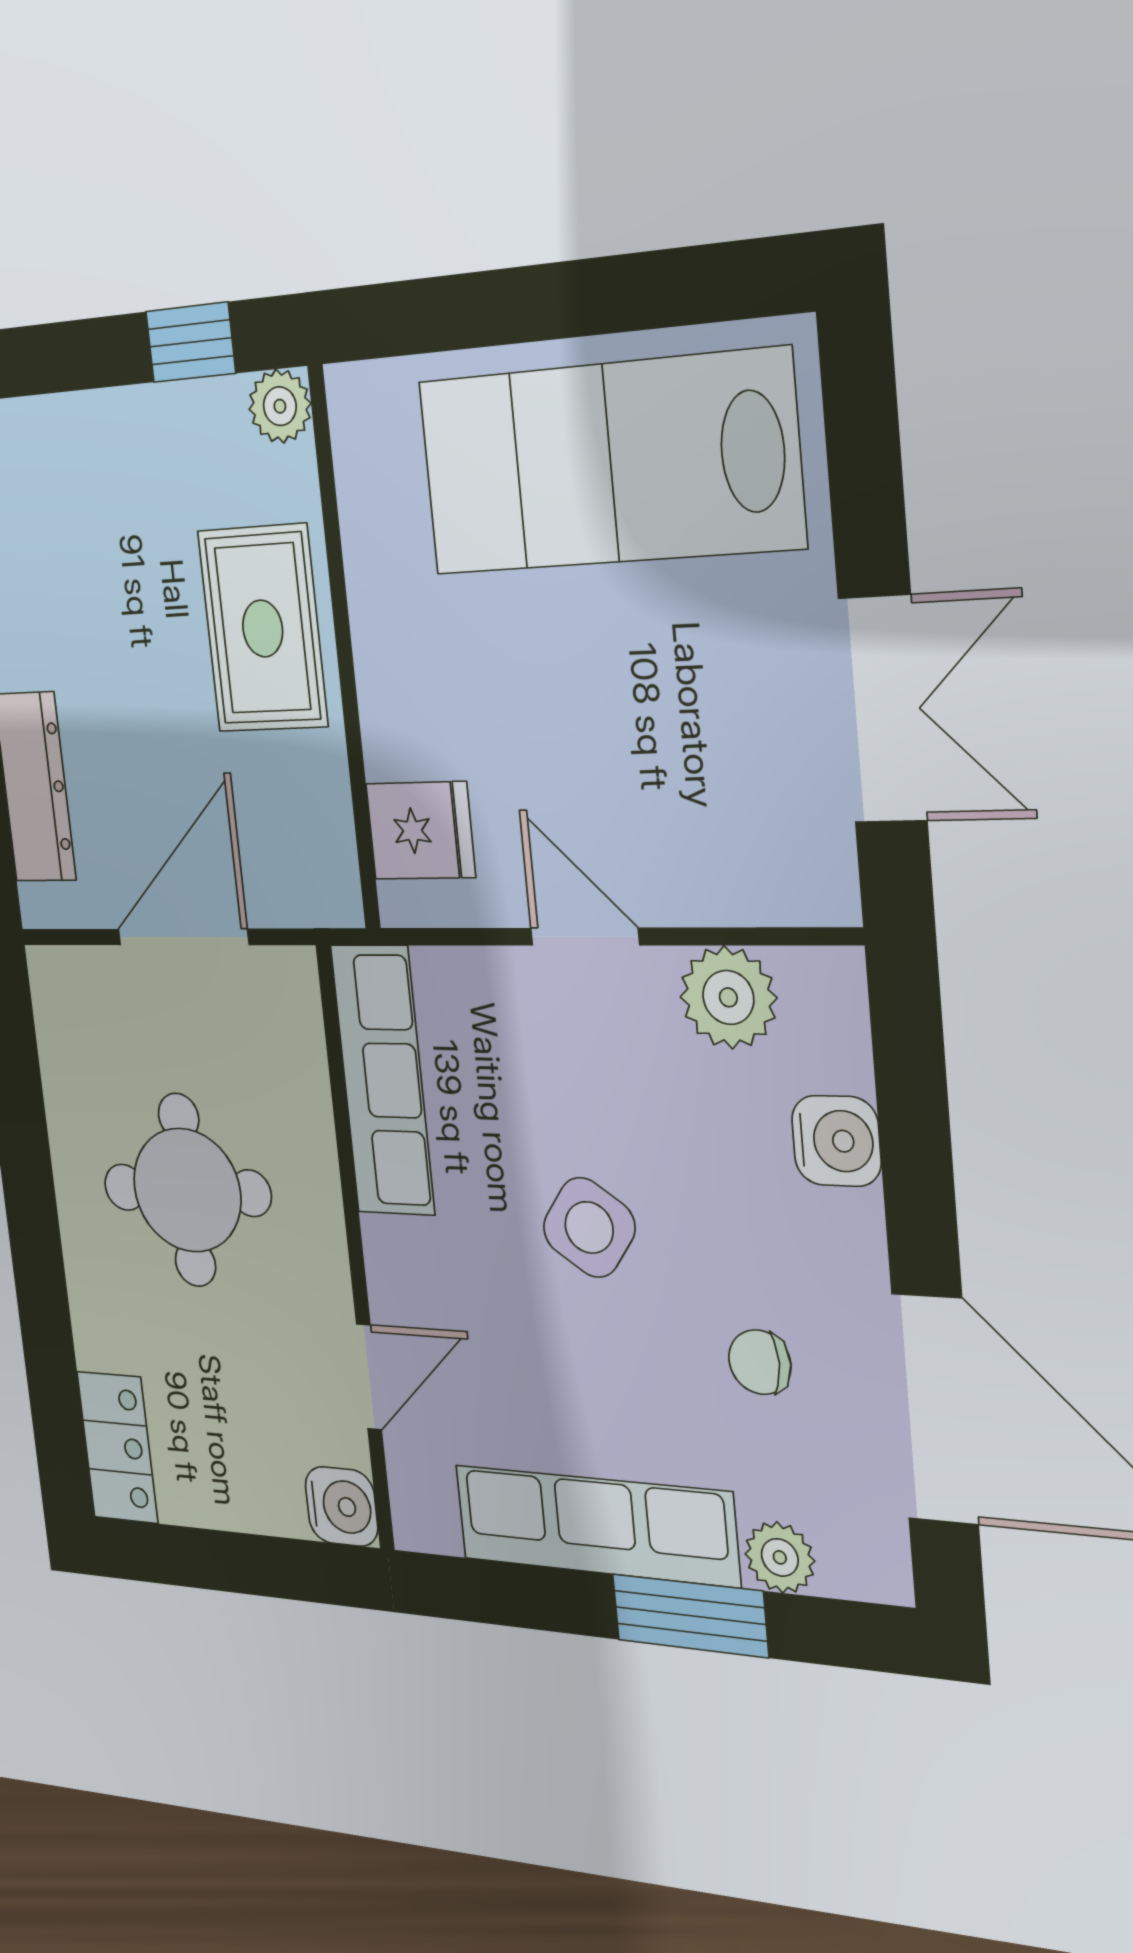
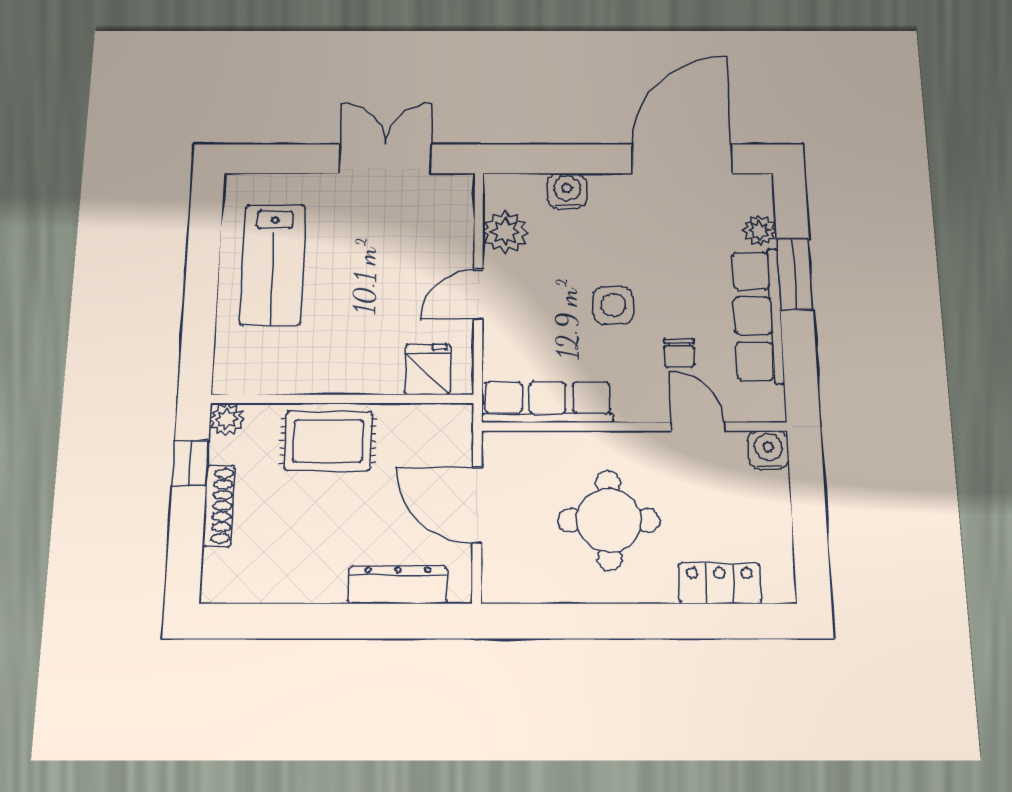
shoe rack: (123, 415) -> (219, 506), added
lab bench: (608, 464) -> (273, 264), width x0.73, depth x0.72
side table: (589, 1227) -> (613, 305), turned -35
chair: (760, 1362) -> (679, 353), moved
locker: (117, 1447) -> (720, 583), moved

